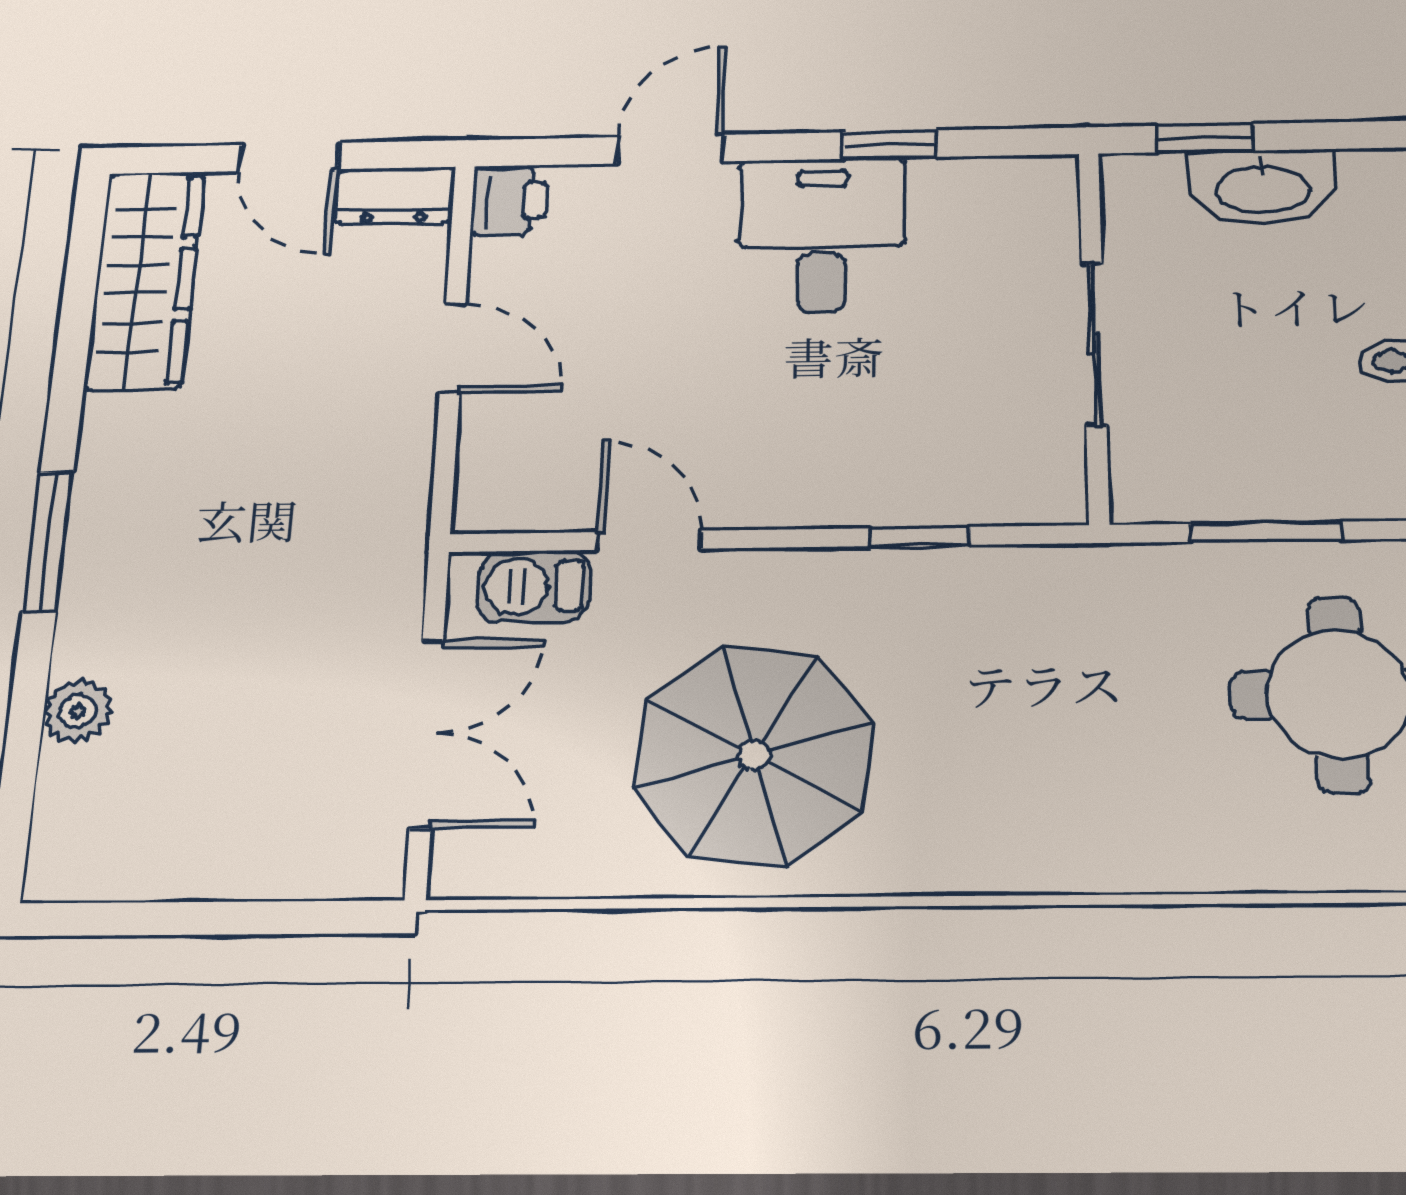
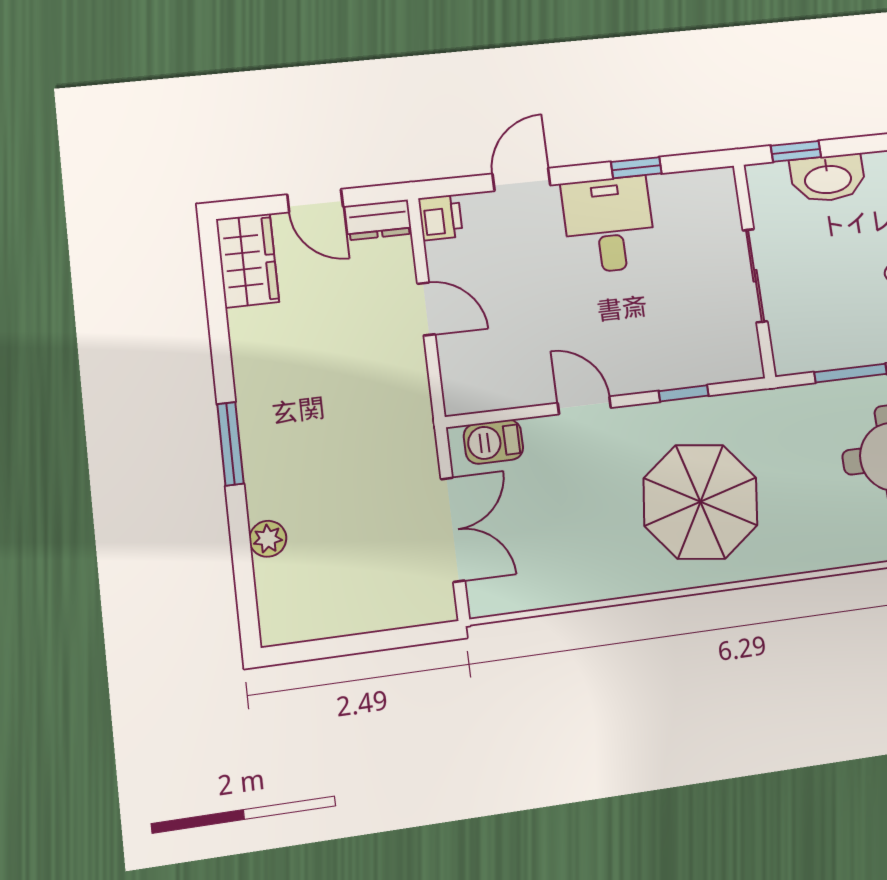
wardrobe: (145, 280) -> (248, 261), width x0.67
door: (649, 540) -> (584, 405), moved
parasol: (754, 755) -> (700, 502), moved

